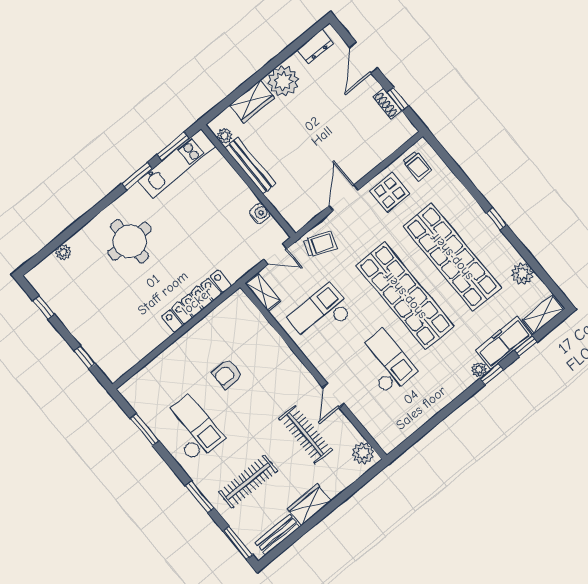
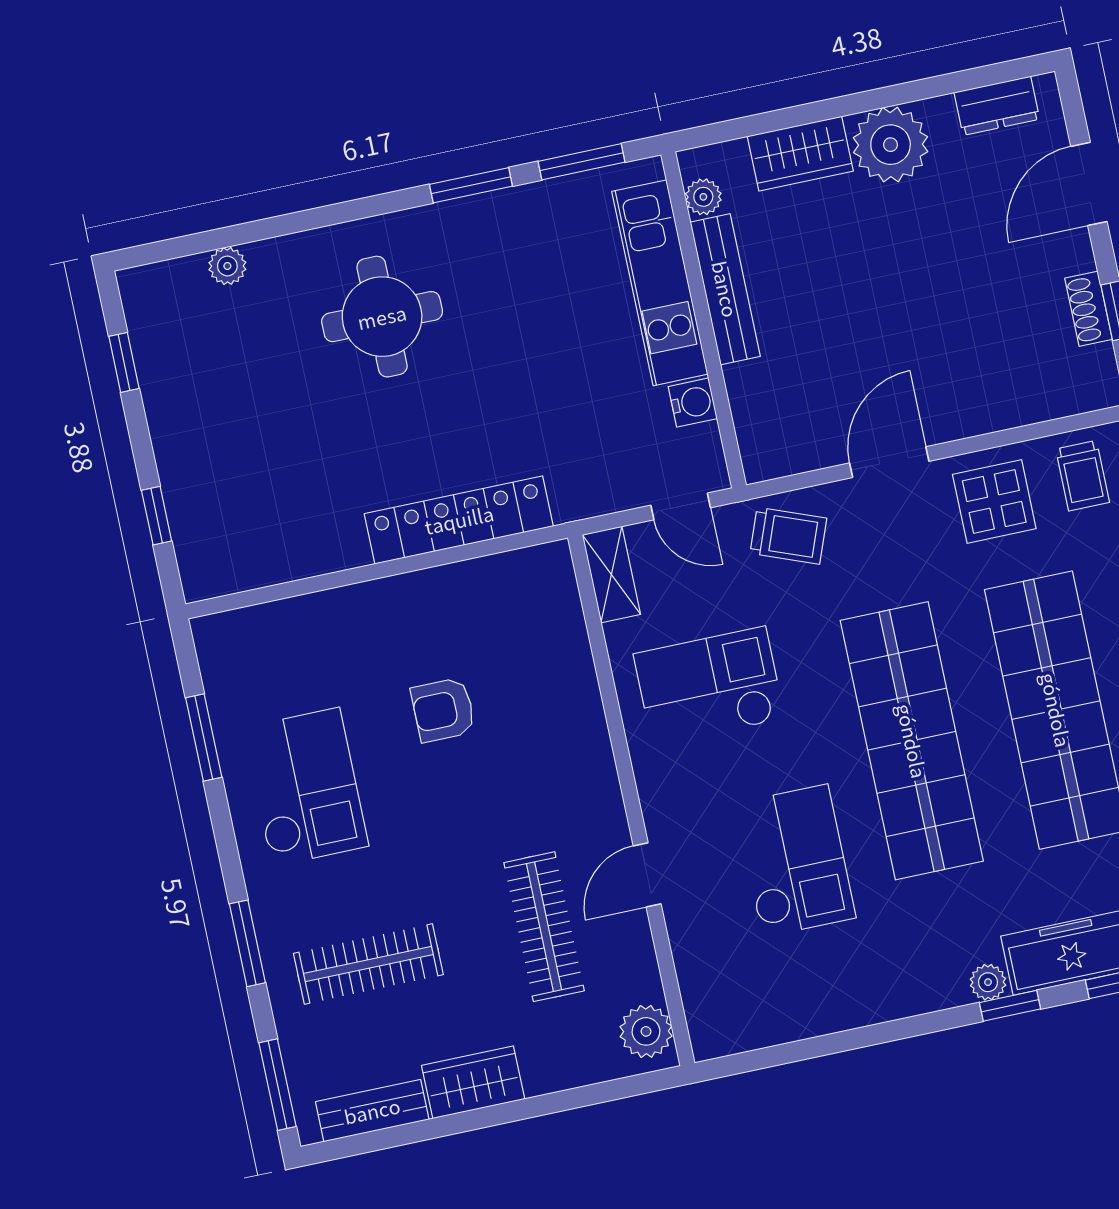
kitchen unit: (177, 164) -> (660, 283), moved, turned 90

